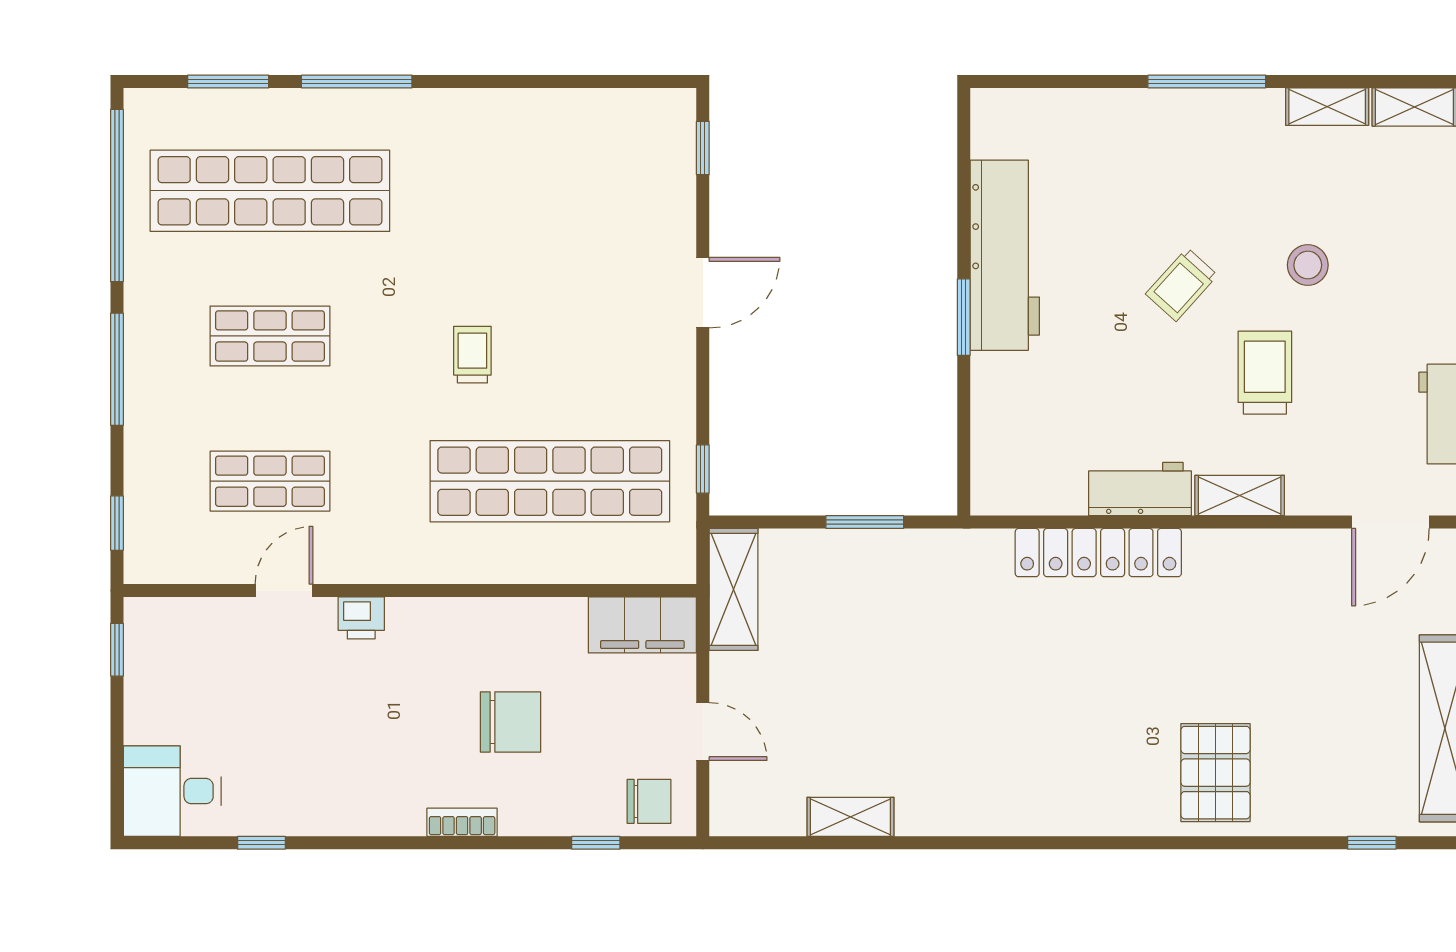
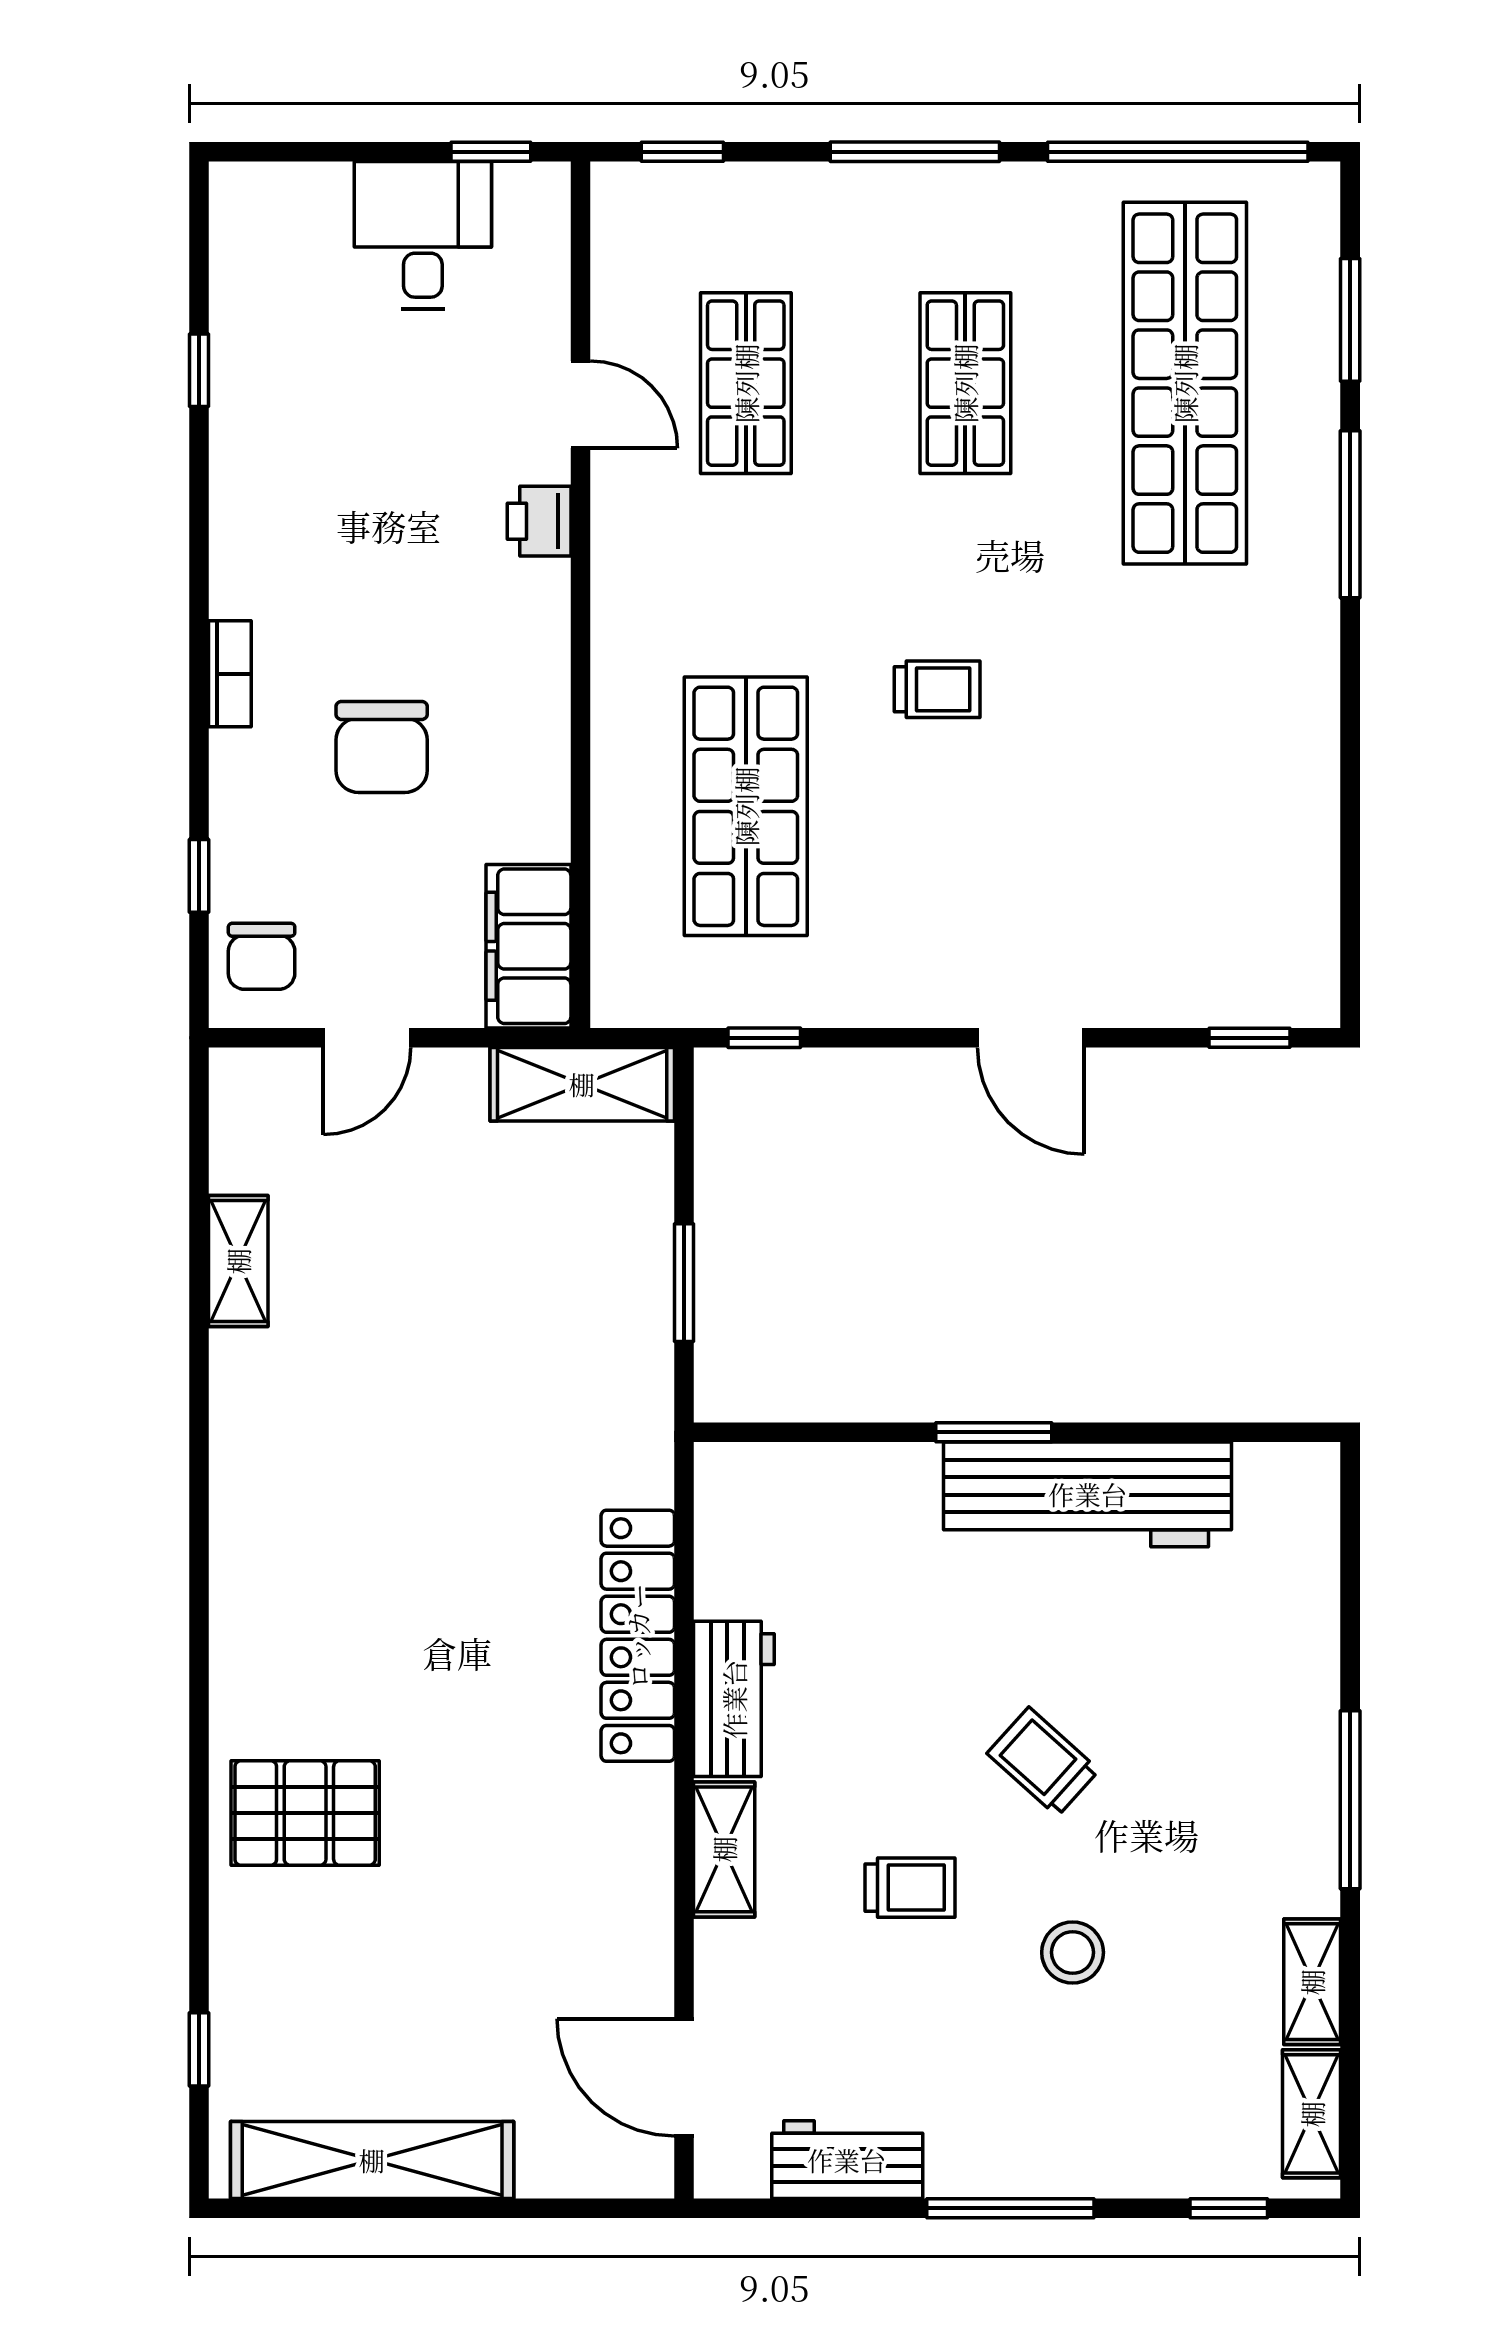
trolley: (1265, 373) -> (910, 1888), width x0.73, depth x0.72
shop shelf: (550, 481) -> (746, 806), width x0.71
desk: (172, 791) -> (423, 235), moved

